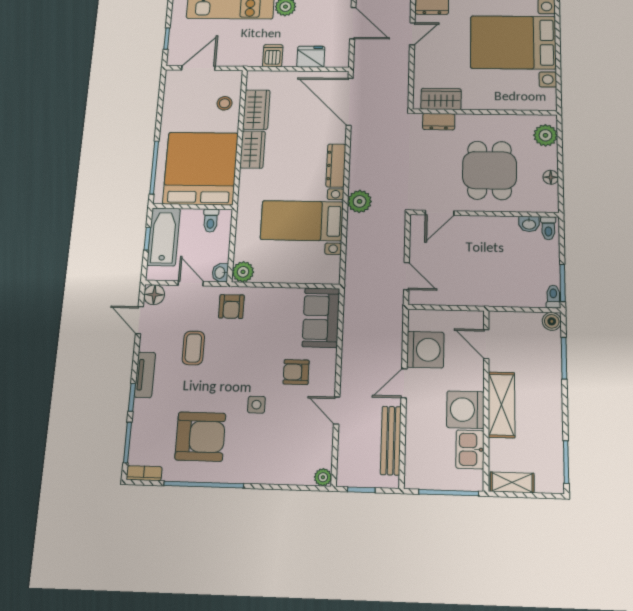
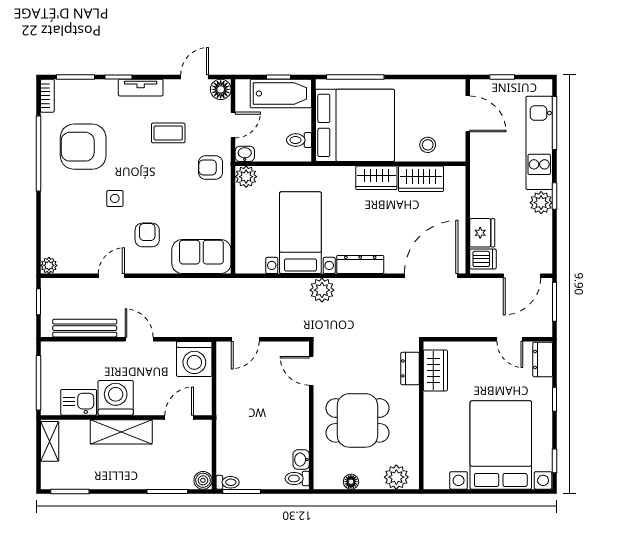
dishwasher: (273, 56) -> (483, 259), moved
washing machine: (425, 350) -> (194, 359), moved
armchair: (200, 437) -> (83, 147), turned 90

